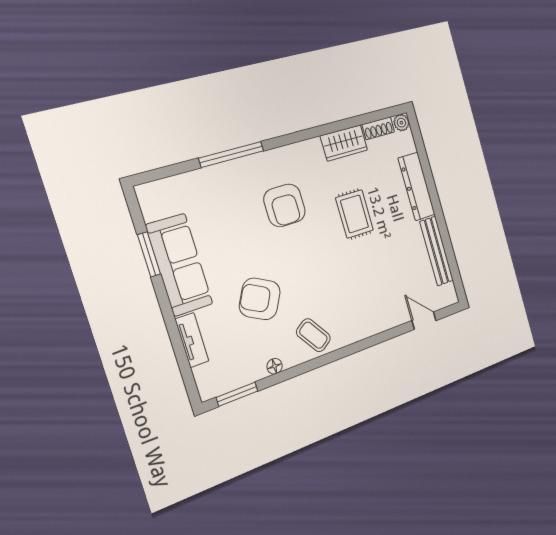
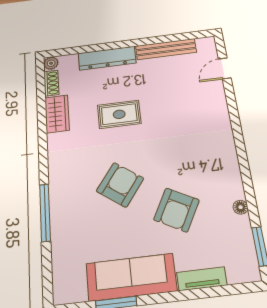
armchair: (285, 205) -> (120, 185), moved, turned -54
coffee table: (313, 335) -> (219, 167), removed

